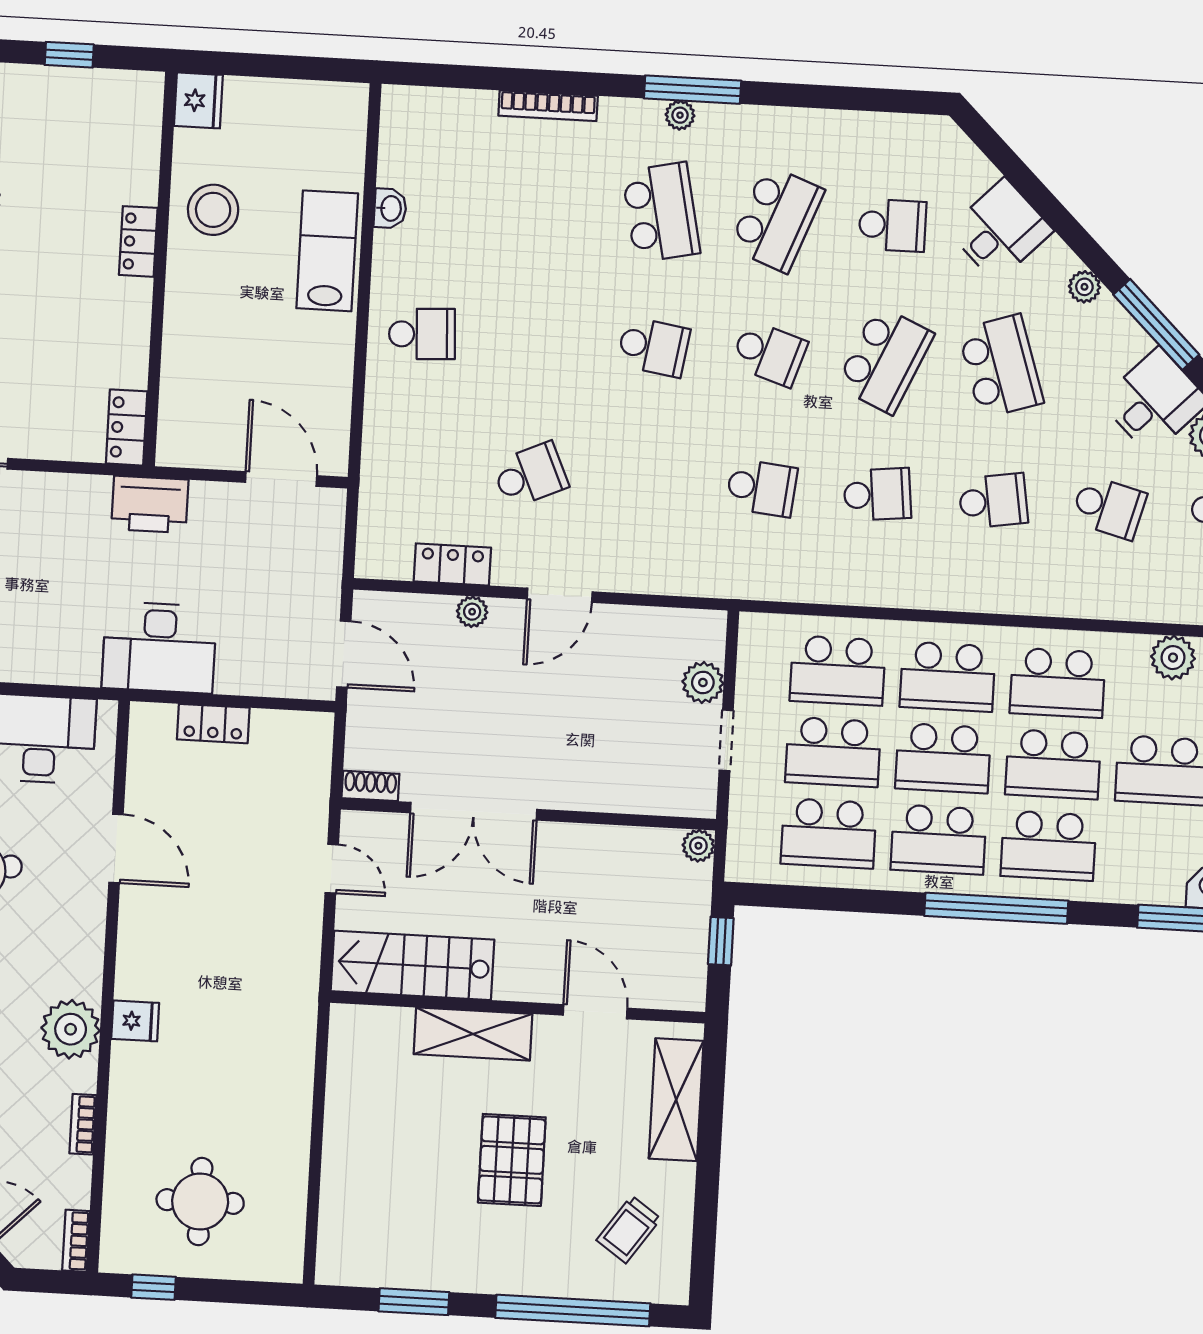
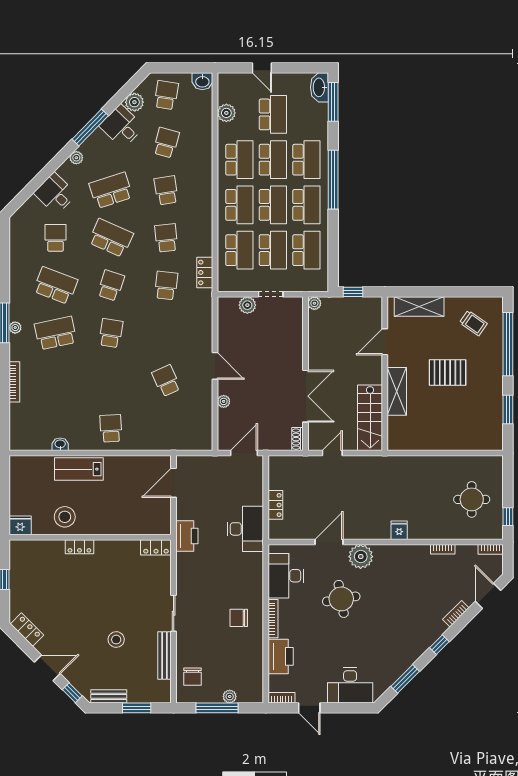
locker: (452, 564) -> (205, 272), moved
plant: (71, 1029) -> (361, 557), moved

